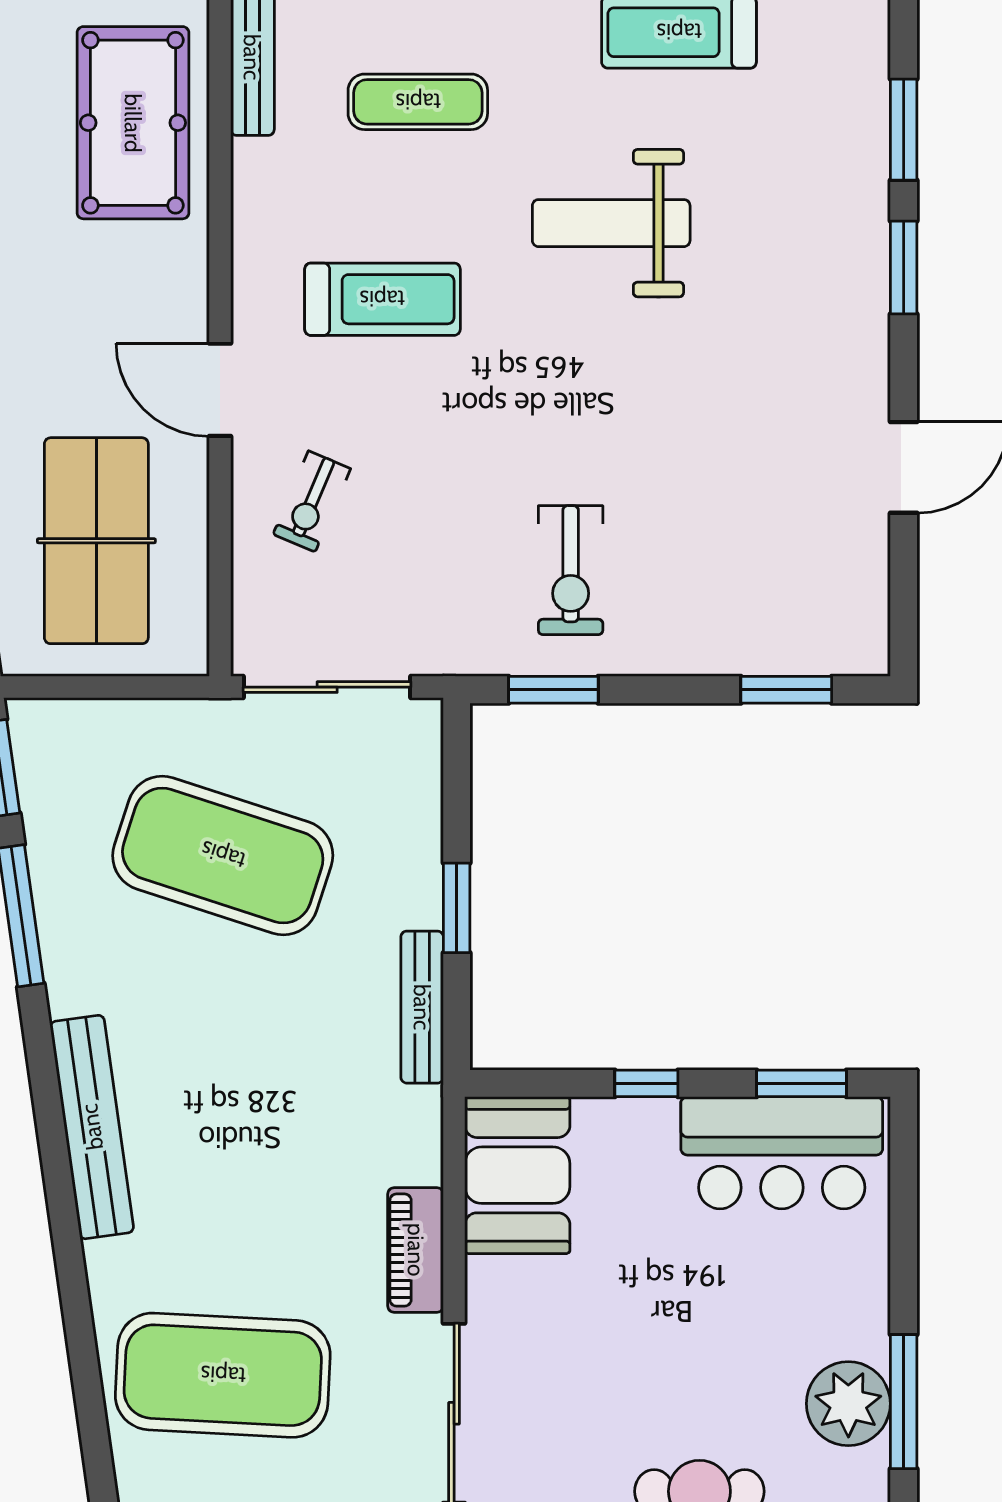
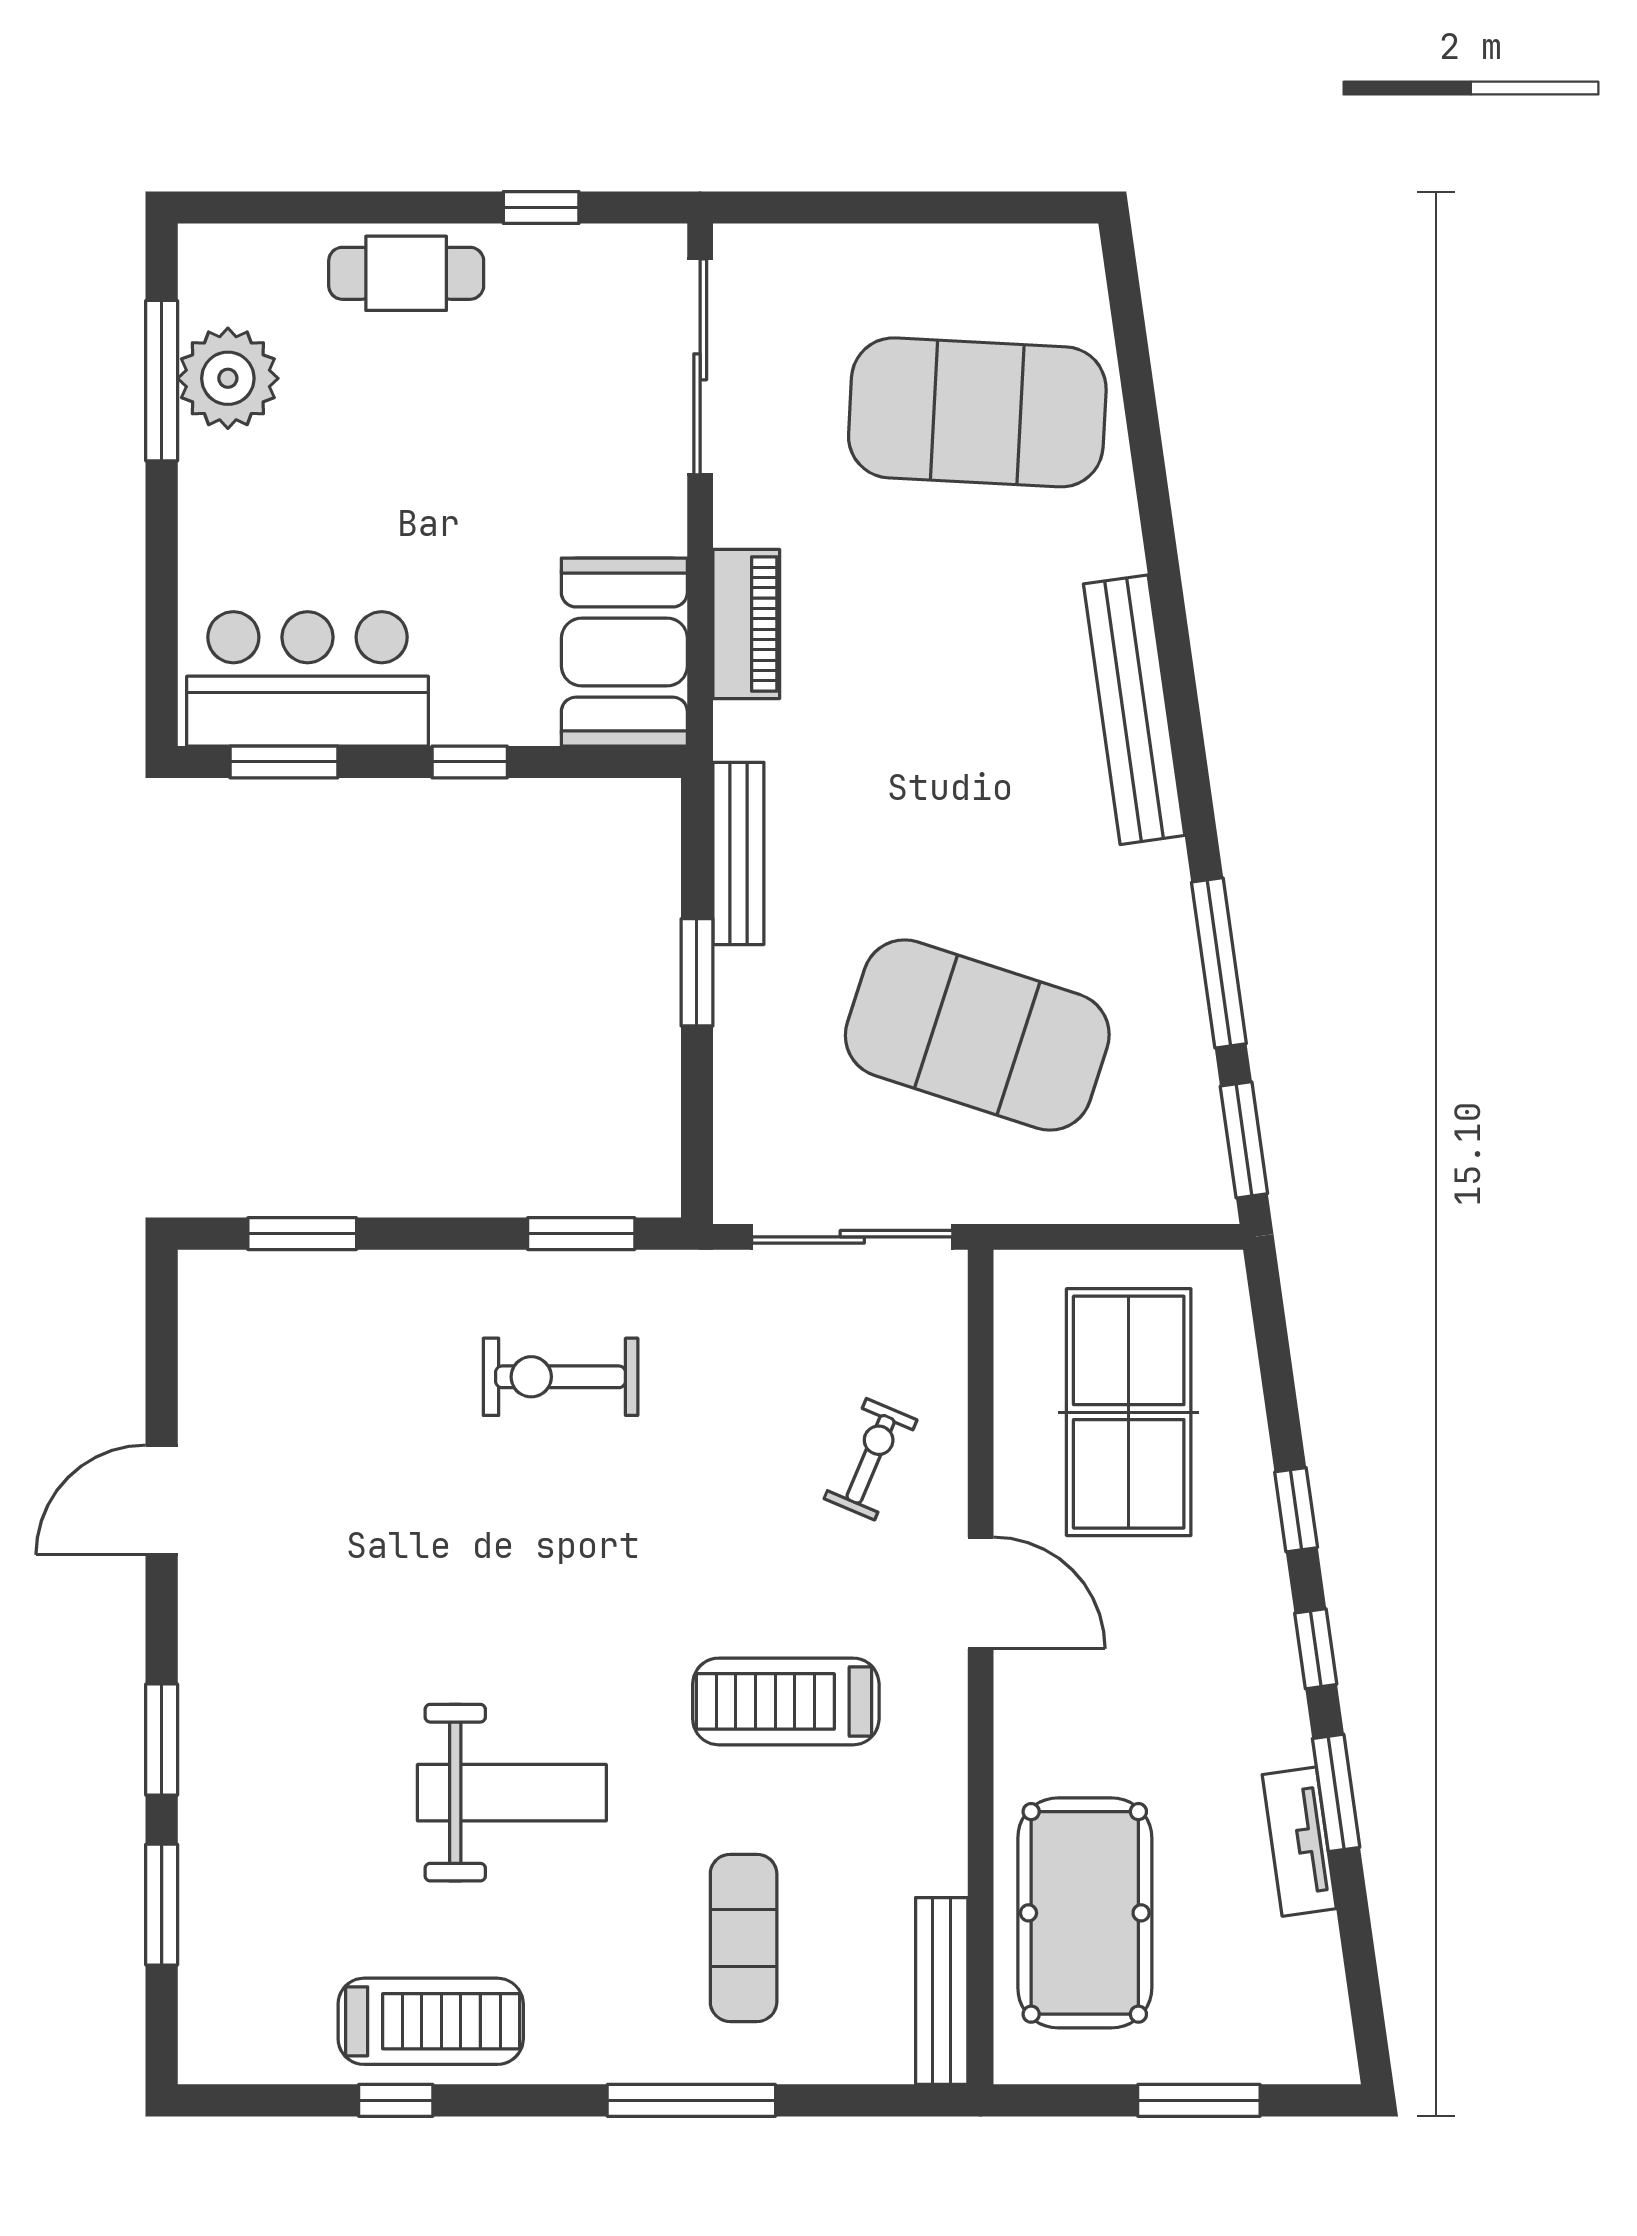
exercise mat: (418, 102) -> (744, 1938), turned 90
exercise bike: (571, 570) -> (561, 1377), turned -90
piano: (416, 1250) -> (746, 624), moved

